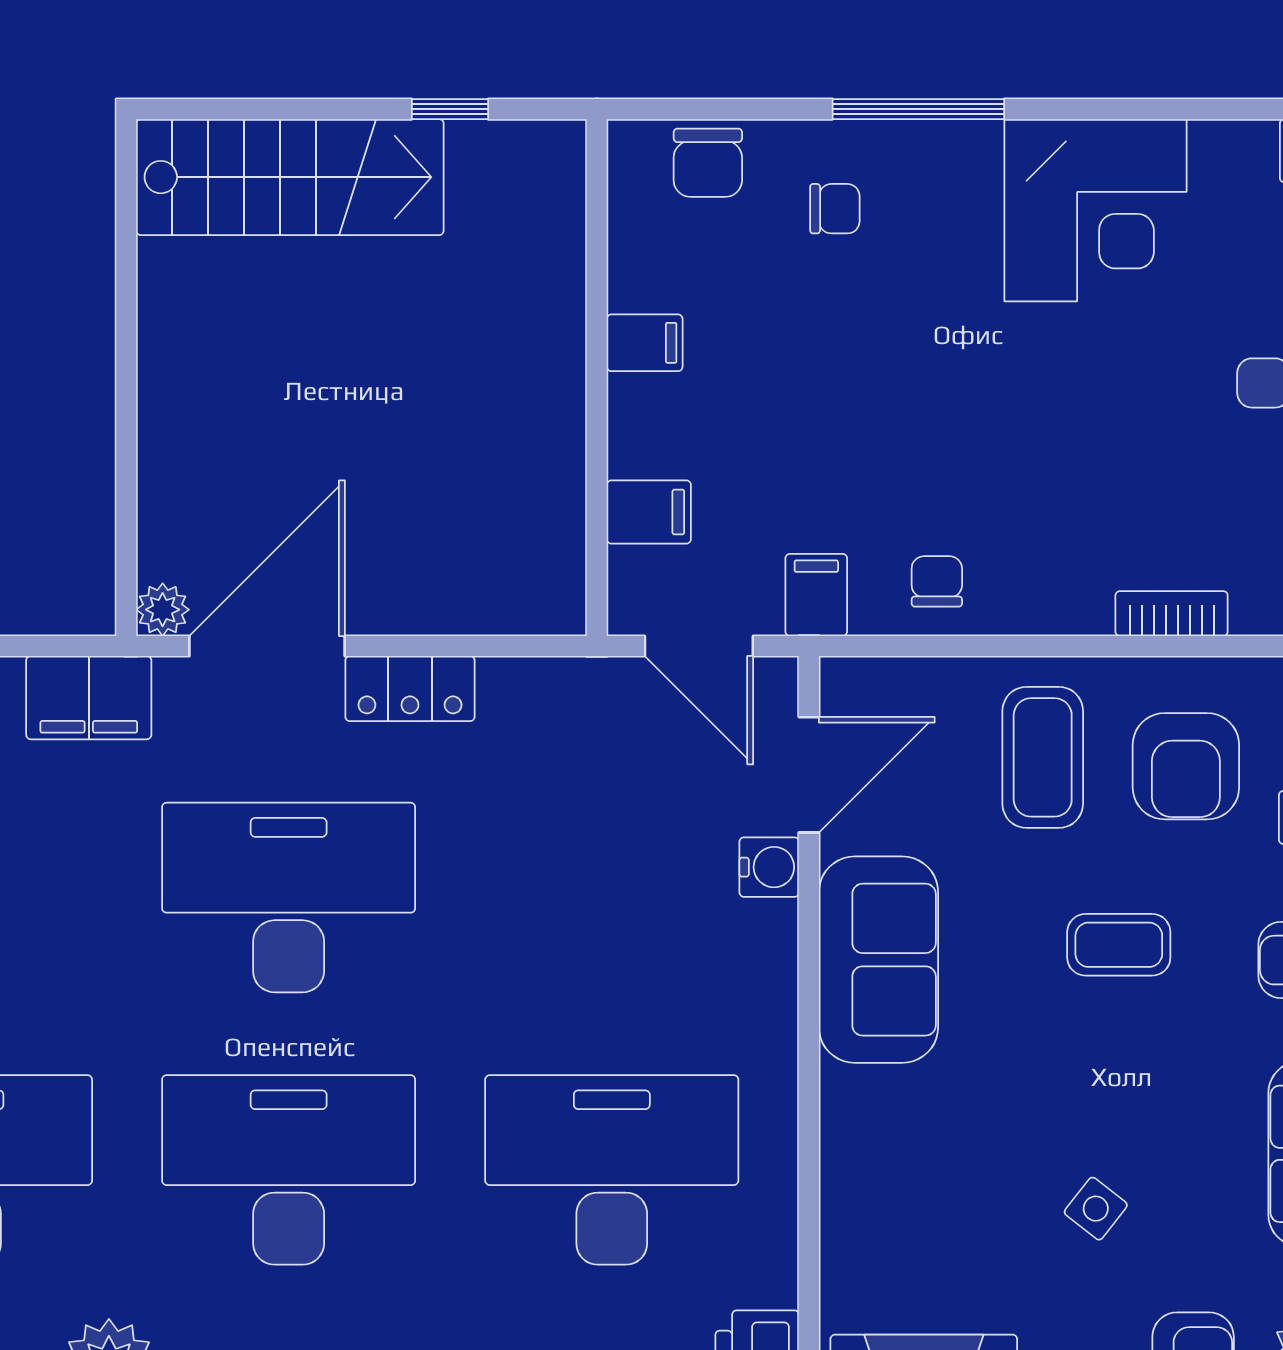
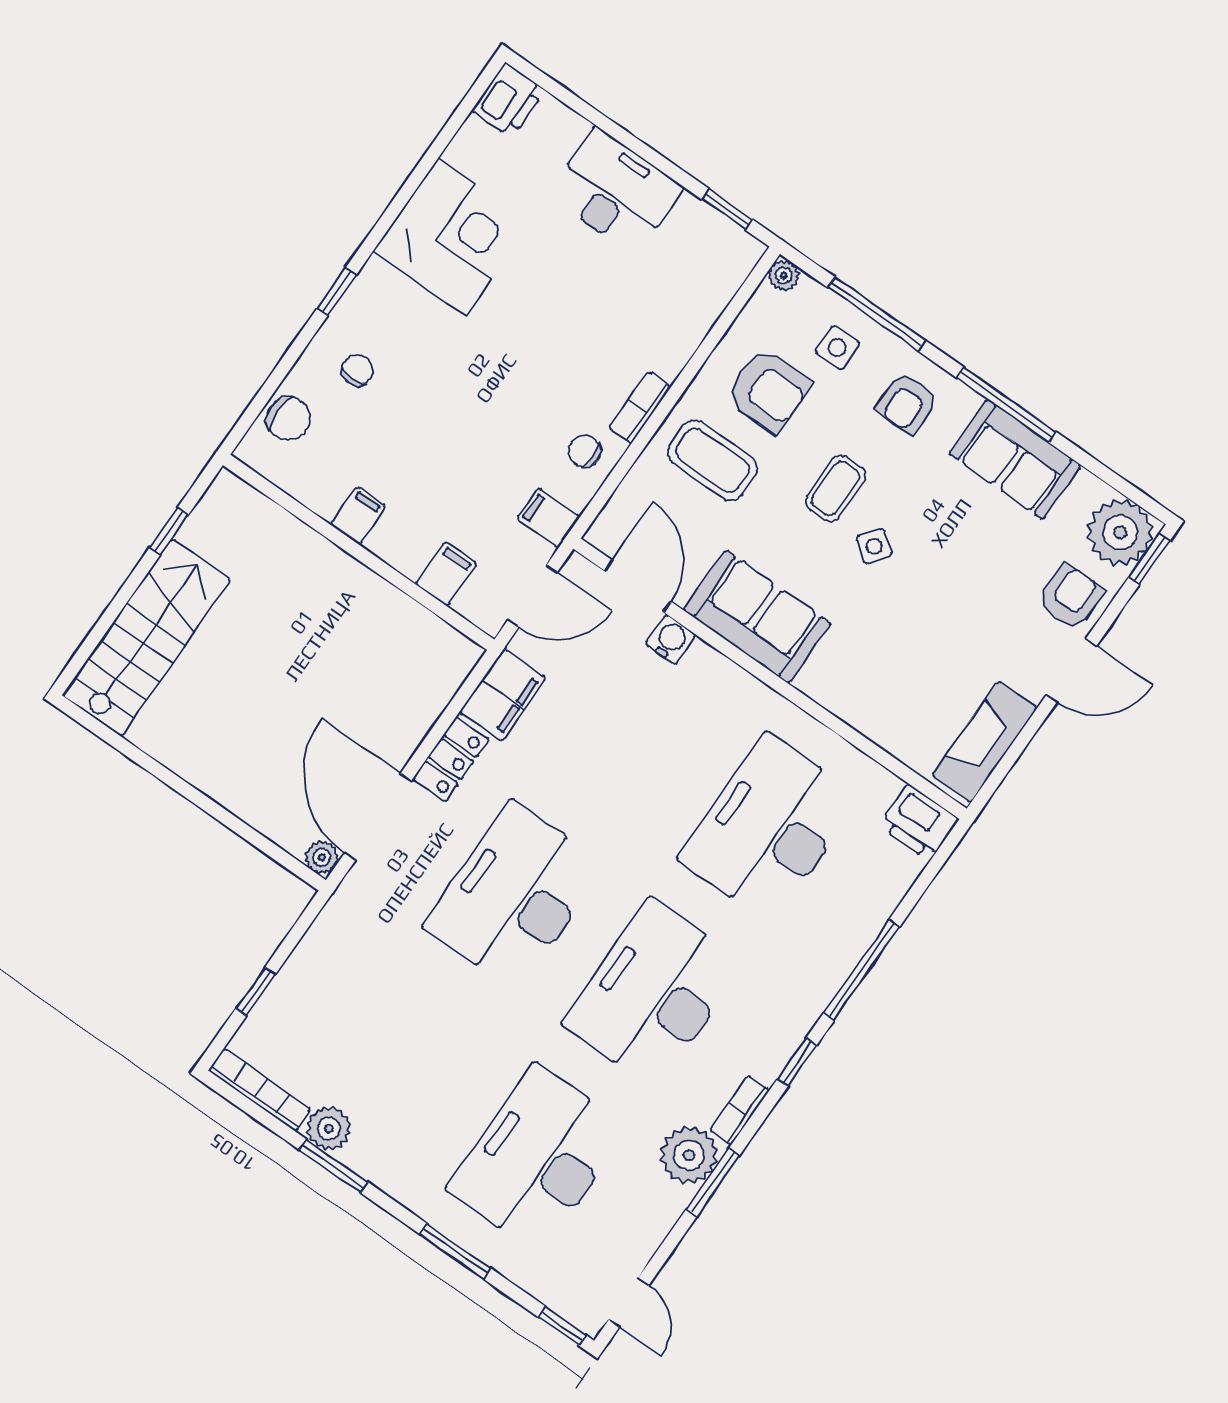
window: (918, 109) -> (337, 292), width x0.46
bookcase: (1172, 614) -> (640, 408), moved
filing cabinet: (89, 698) -> (503, 695), moved
side table: (1096, 1209) -> (874, 546), moved

